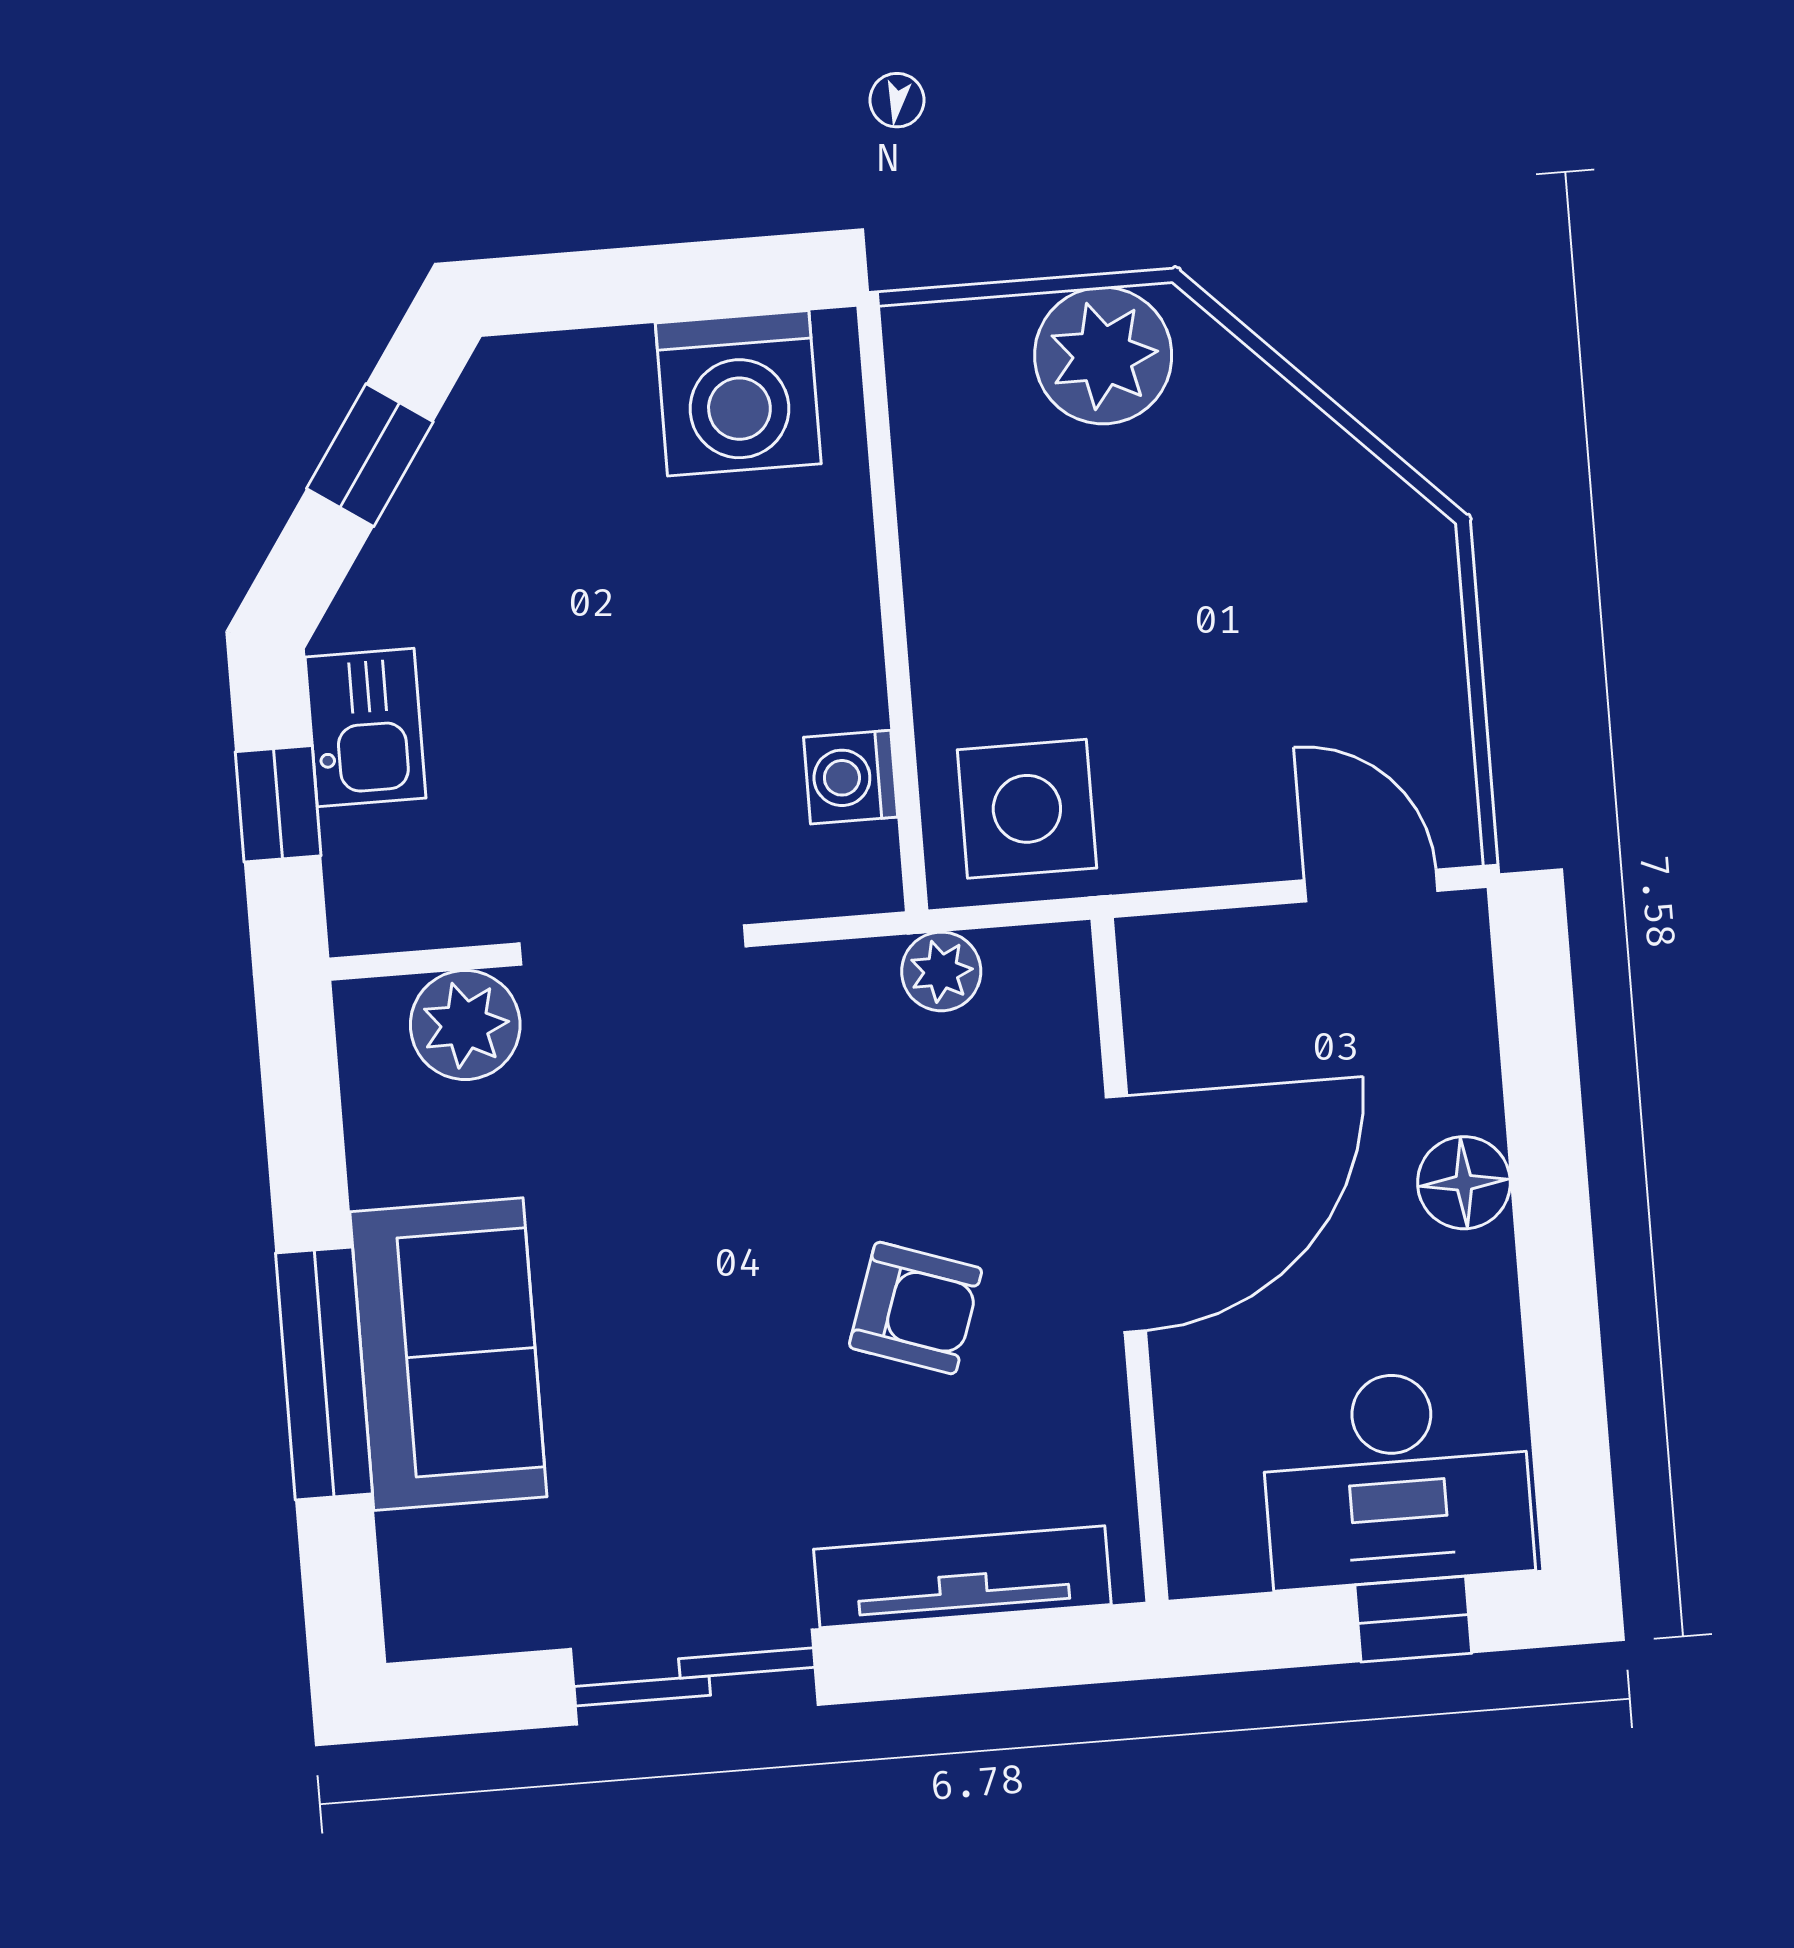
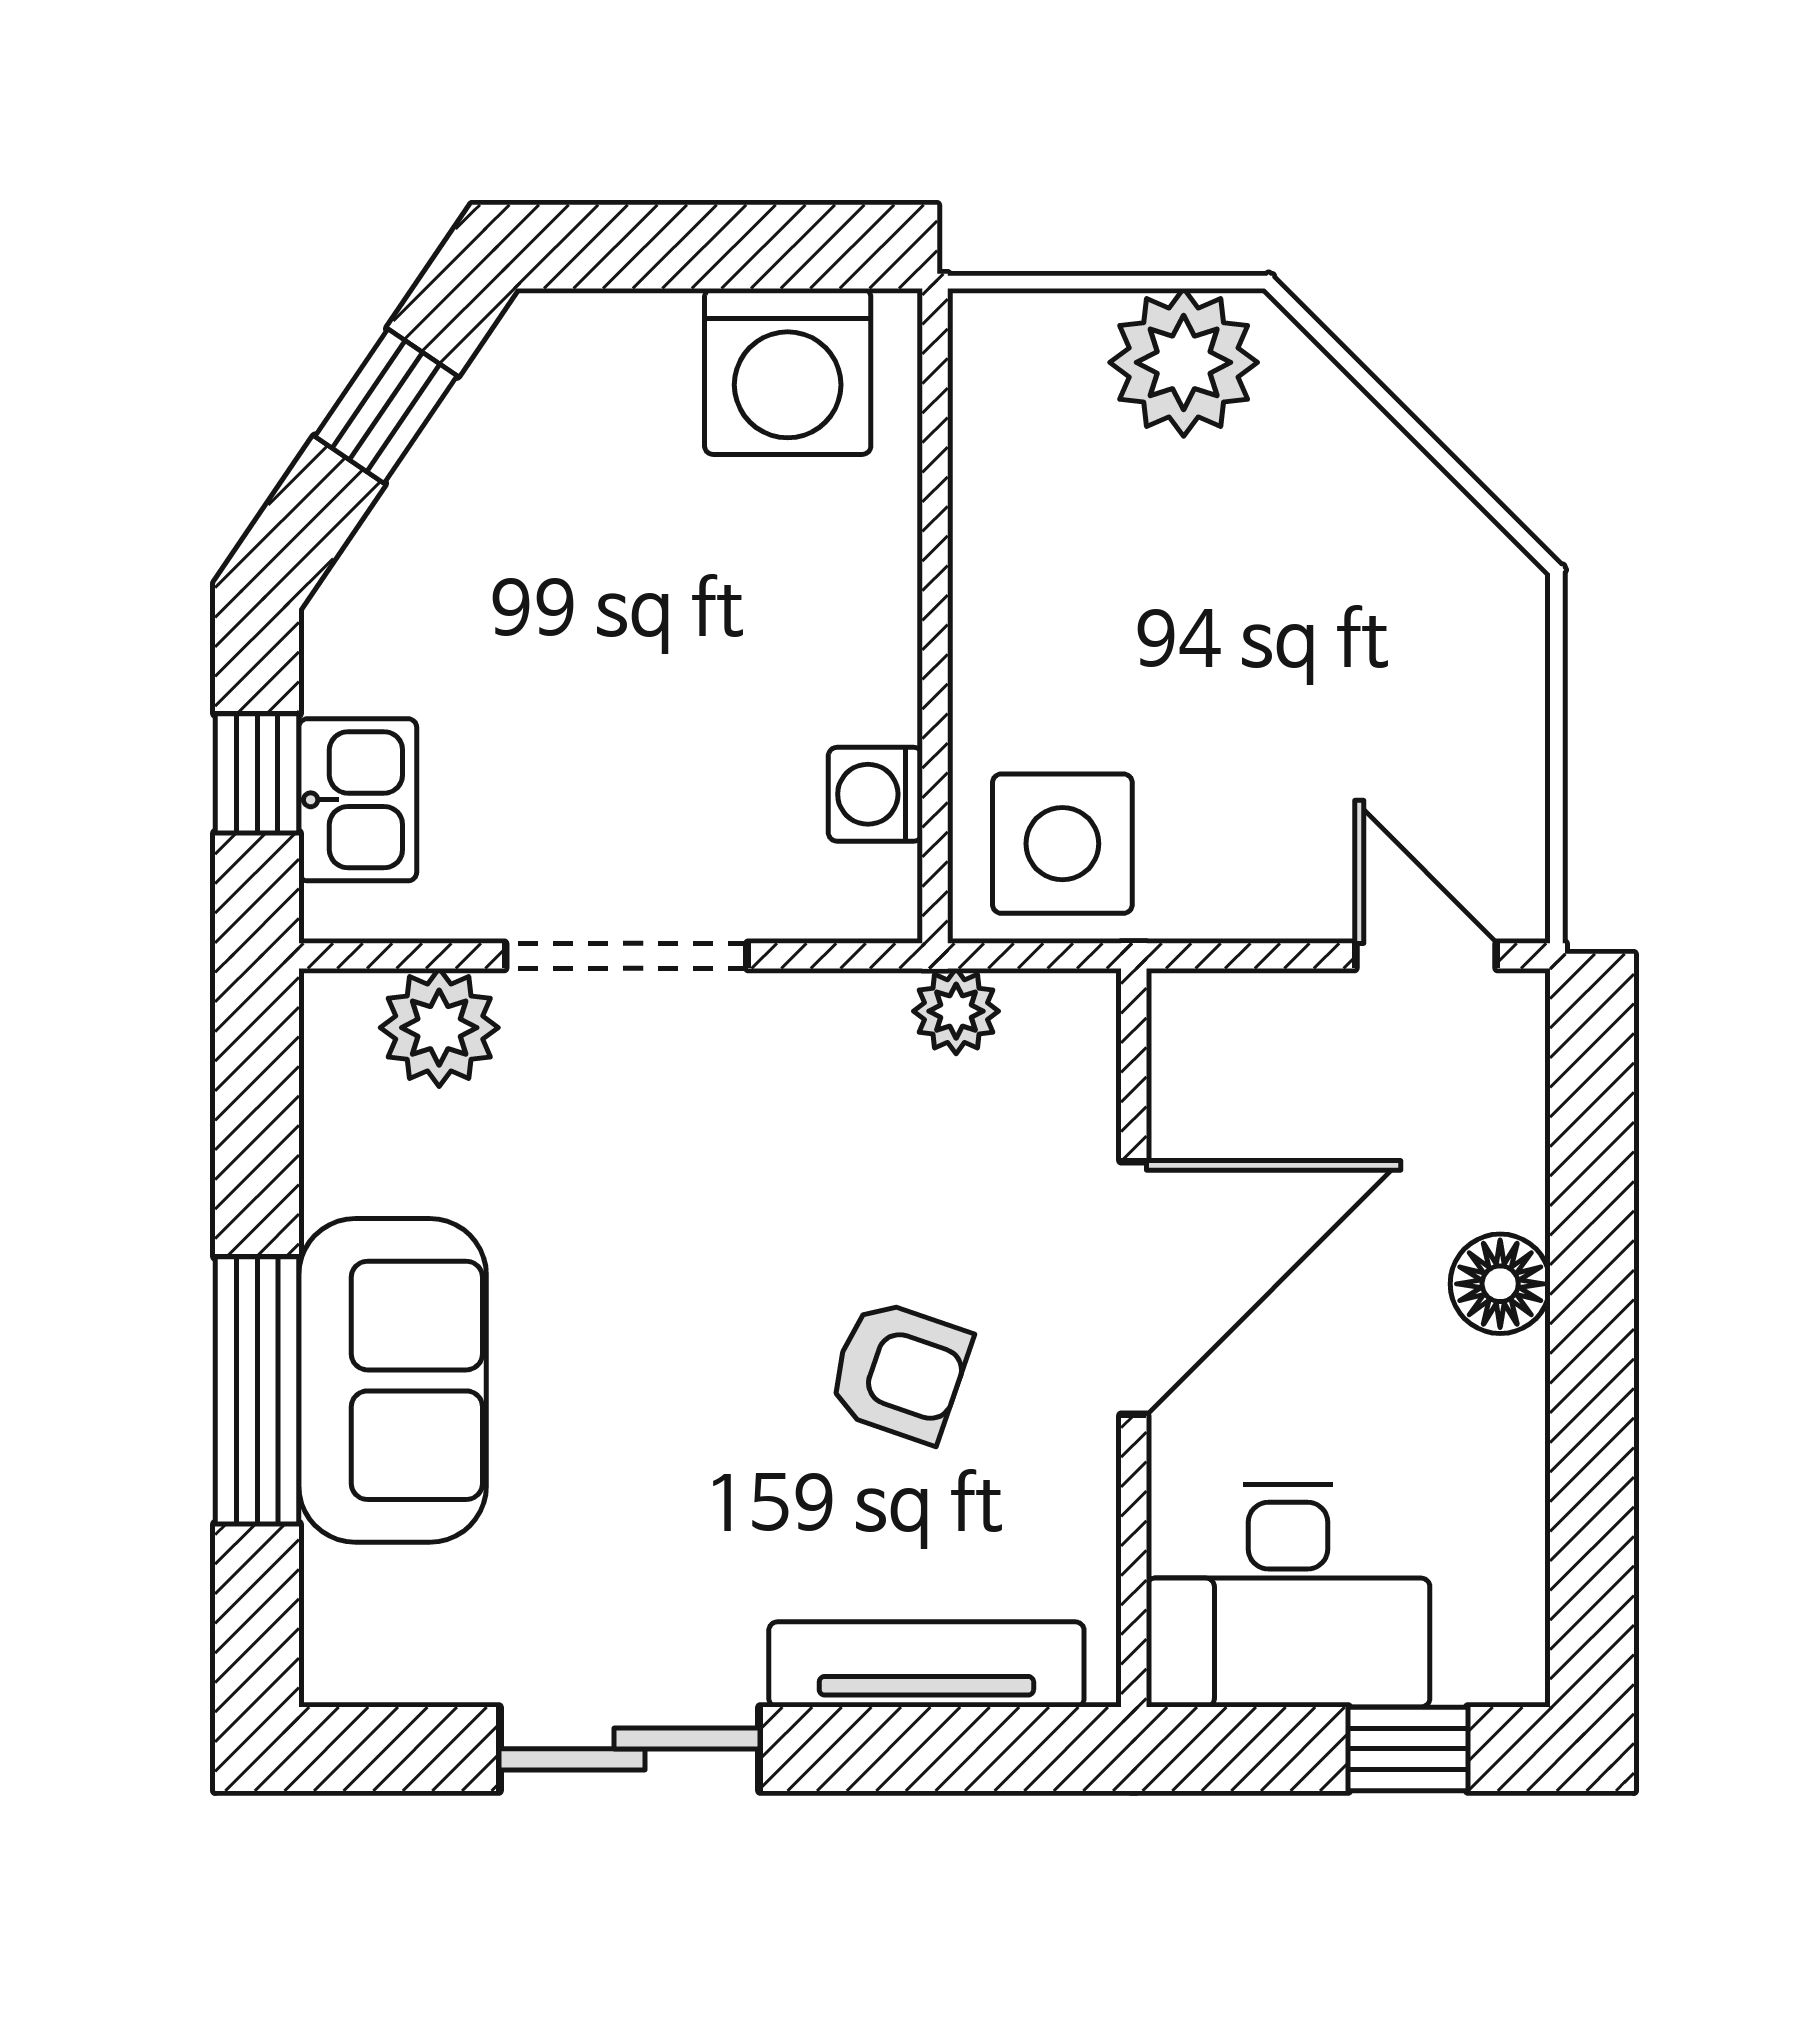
kitchen sink: (366, 728) -> (358, 800), moved
desk: (1396, 1478) -> (1288, 1596), moved

